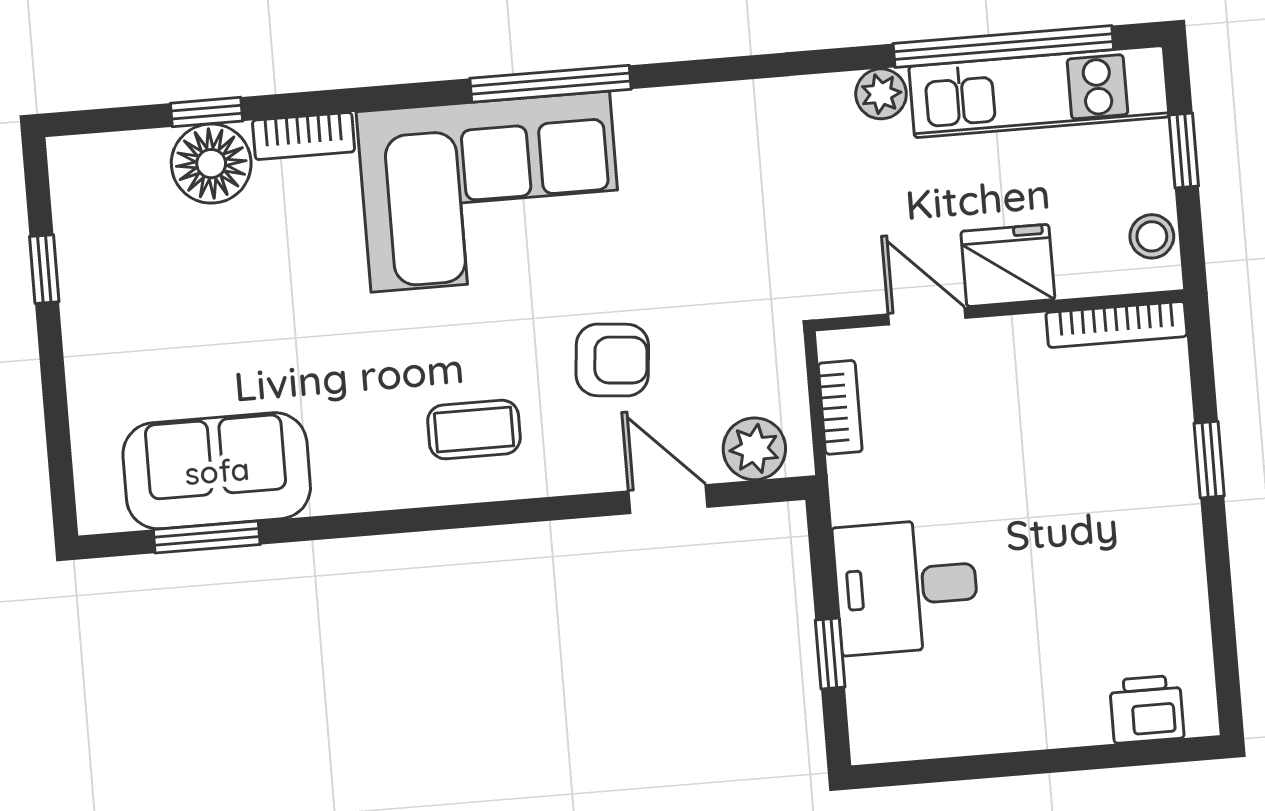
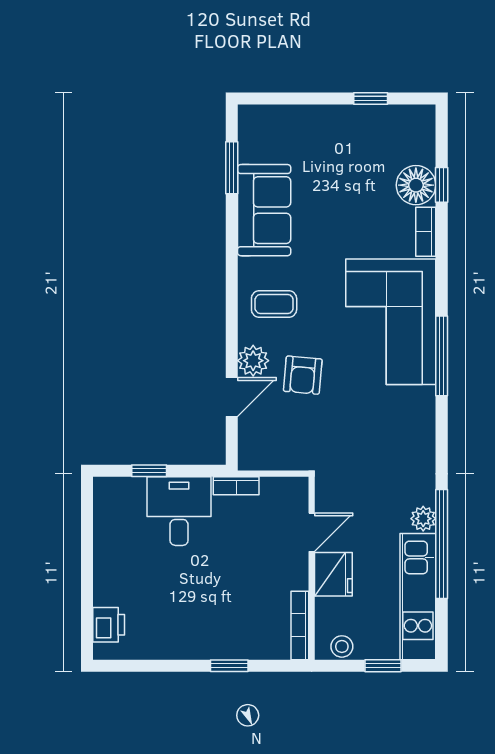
window: (1003, 47) -> (442, 544), moved
bookcase: (840, 407) -> (236, 486), moved
coffee table: (474, 430) -> (274, 304), turned 90
plant: (754, 449) -> (253, 361), moved
sofa: (217, 471) -> (264, 210), moved

